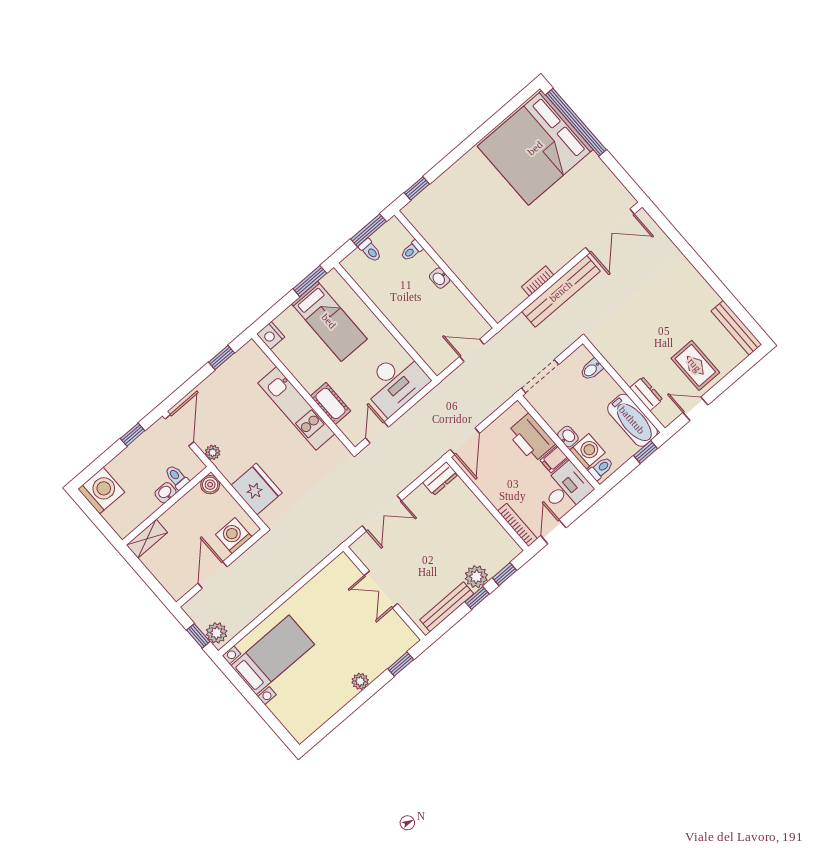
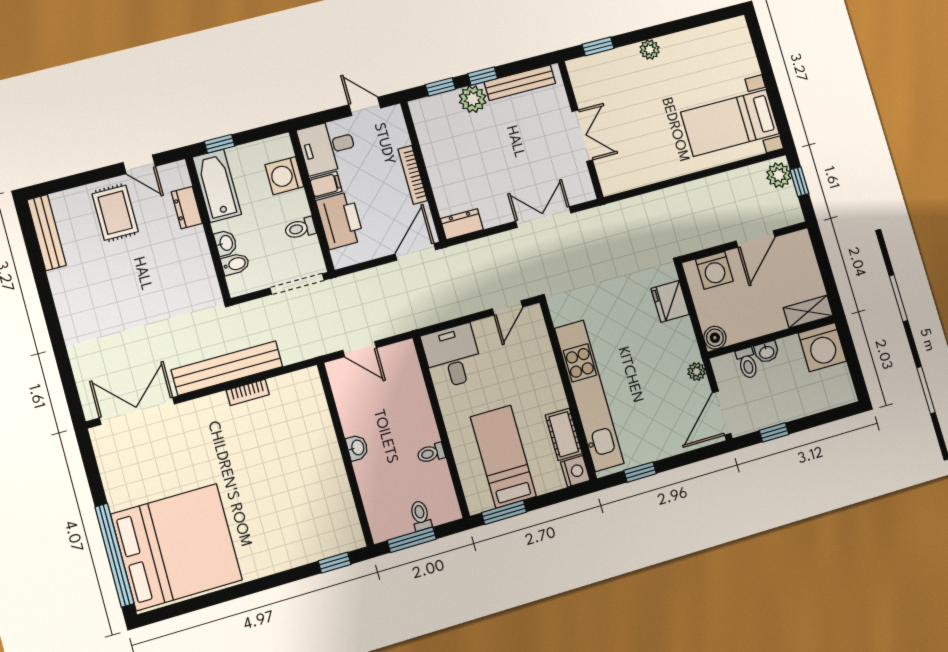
toilet: (412, 251) -> (431, 453), moved, turned 180
desk: (395, 382) -> (452, 356), width x0.73
cot: (331, 403) -> (564, 434), moved
kitchen unit: (296, 408) -> (589, 396), width x1.36
washbasin: (568, 437) -> (226, 243), moved, turned 180
toilet: (601, 468) -> (300, 228), moved
fridge: (257, 489) -> (670, 301), width x0.73, depth x0.75
washing machine: (101, 491) -> (822, 347), moved, turned -90
bookcase: (518, 525) -> (413, 175), moved
door: (553, 532) -> (365, 106), swing flipped

